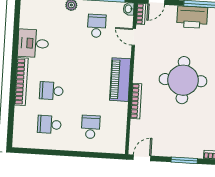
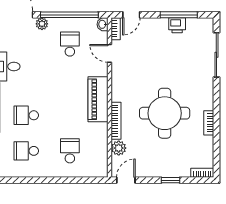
printer: (192, 17) -> (177, 25), width x0.53, depth x0.68
round table: (183, 80) -> (165, 113), moved
plant: (137, 127) -> (119, 148), added
window: (184, 160) -> (171, 180), width x0.67

